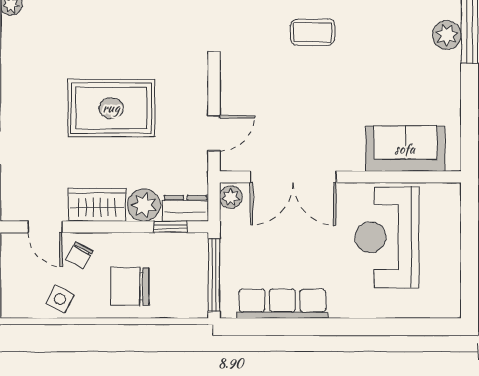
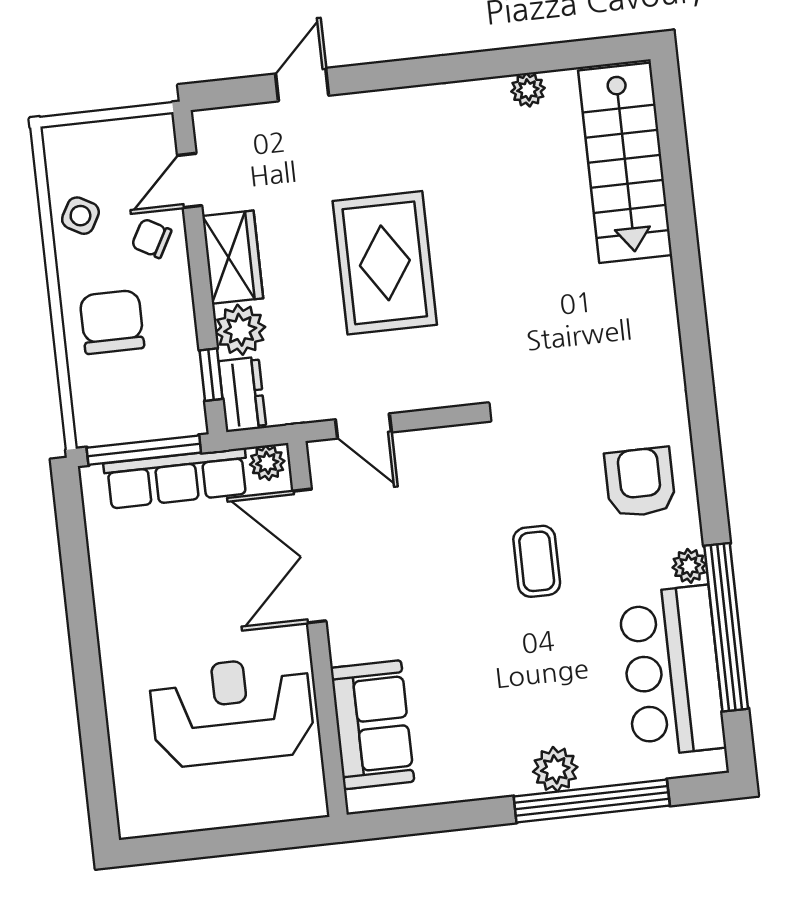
row of seats: (282, 304) -> (176, 478), moved, turned 90

